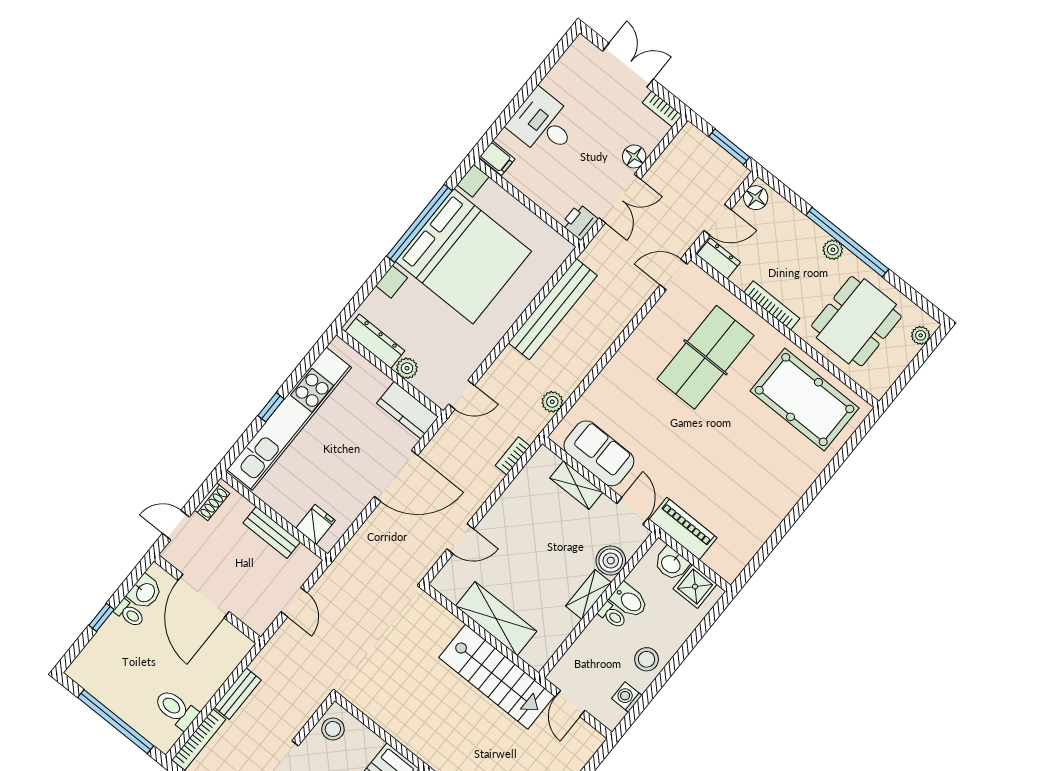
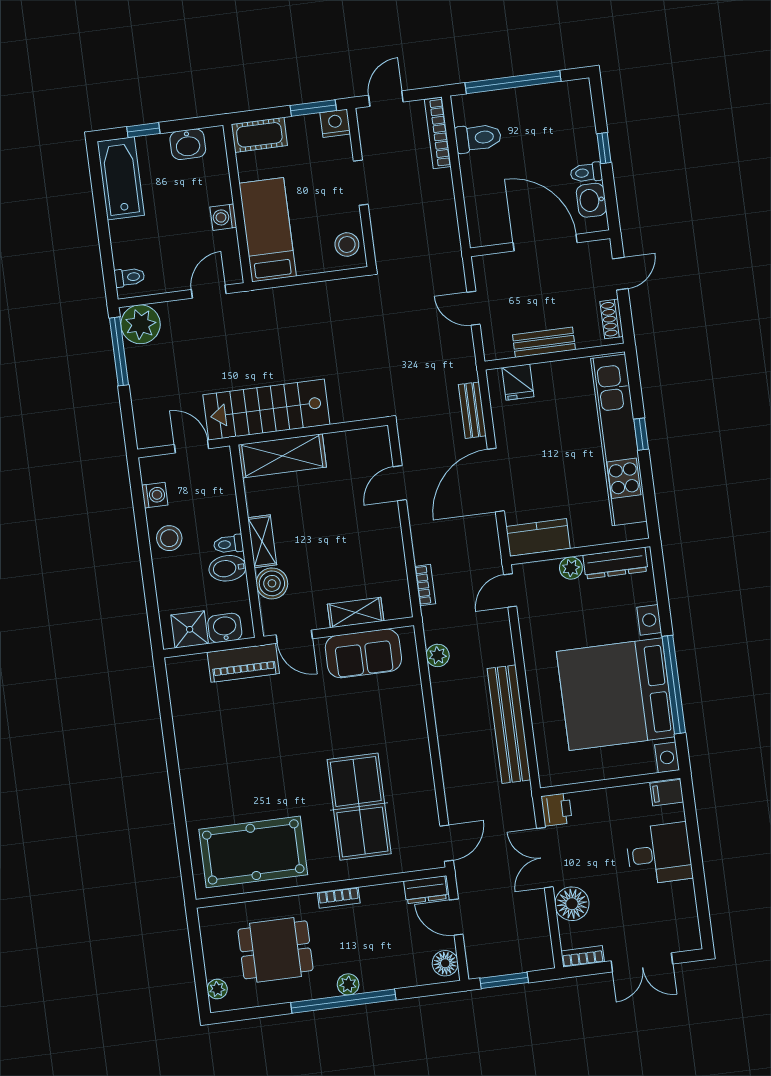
floor lamp: (634, 156) -> (572, 904), width x1.38, depth x1.38
door: (717, 220) -> (456, 917), hinge flipped
bookcase: (772, 305) -> (339, 898), width x0.64
dining table: (856, 321) -> (275, 950), width x0.73
shelving: (496, 619) -> (282, 456), moved
bench: (238, 694) -> (472, 410), moved

